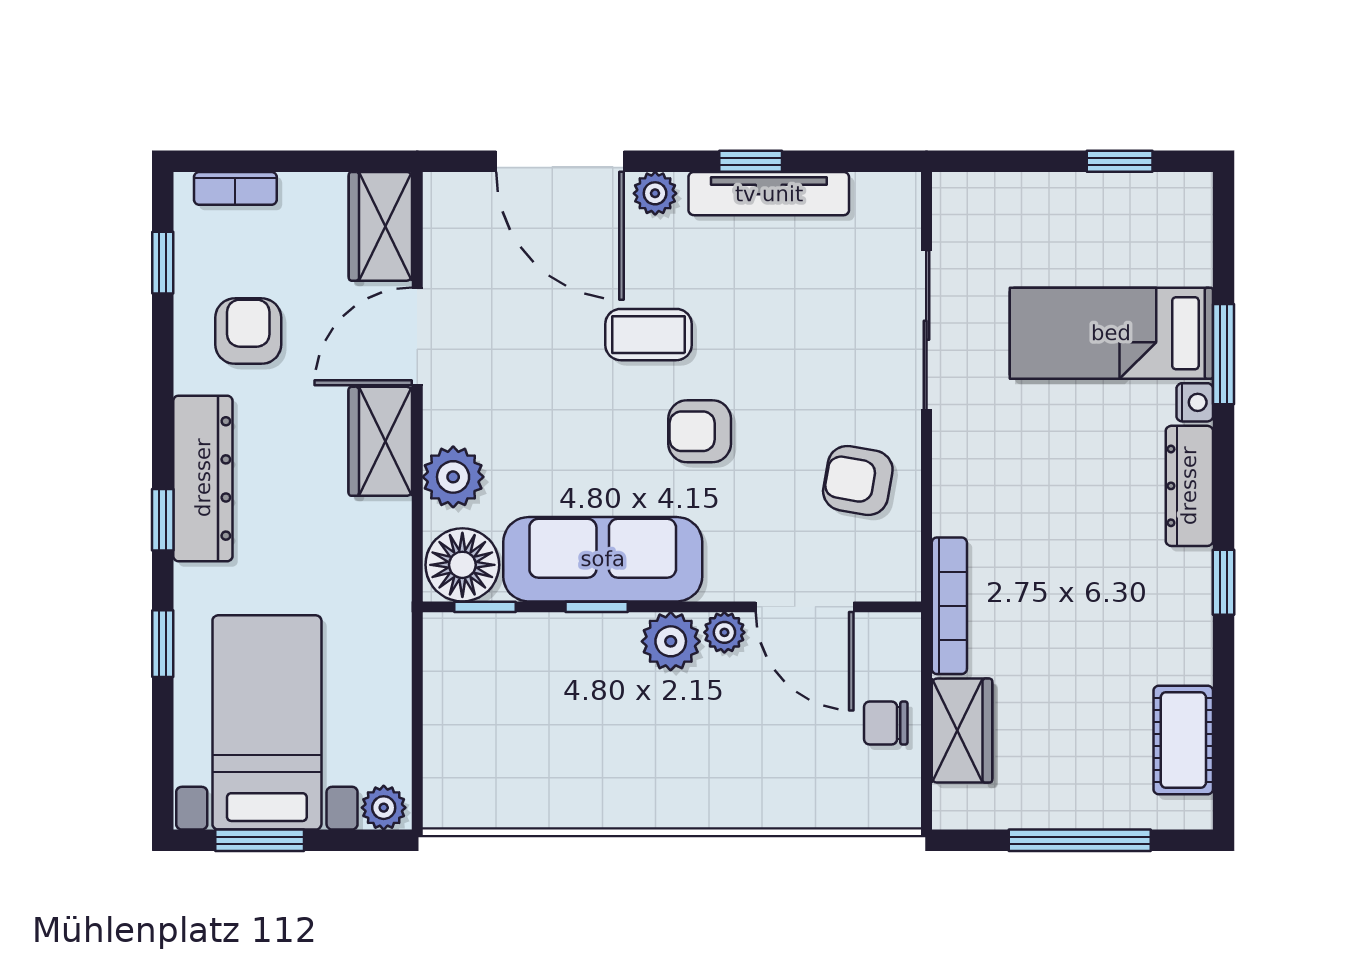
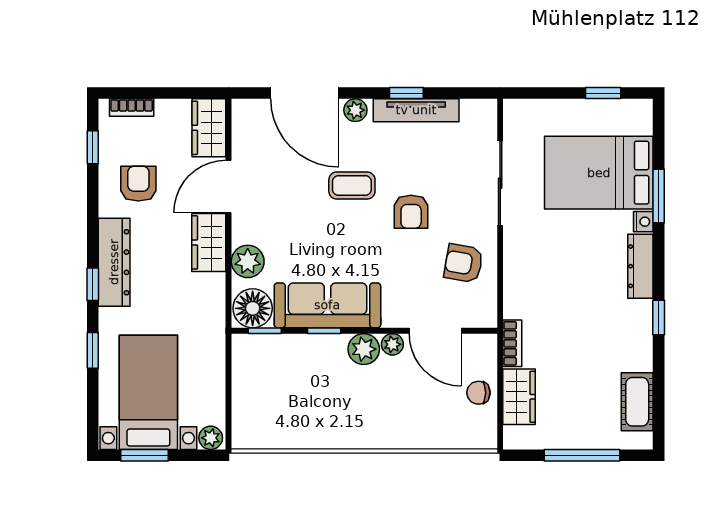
bed: (1111, 333) -> (599, 173), width x1.50
armchair: (700, 431) -> (411, 212), moved, turned -90
bookcase: (949, 606) -> (512, 343), width x0.64

